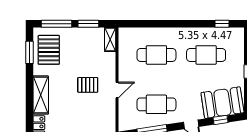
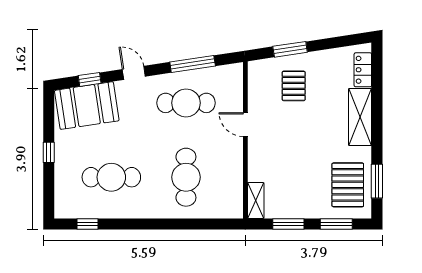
window: (56, 24) -> (336, 224), width x0.69
cafe table: (156, 55) -> (186, 177), turned 90
pallet: (88, 85) -> (294, 86), moved, turned 90
door: (117, 90) -> (245, 125), hinge flipped

